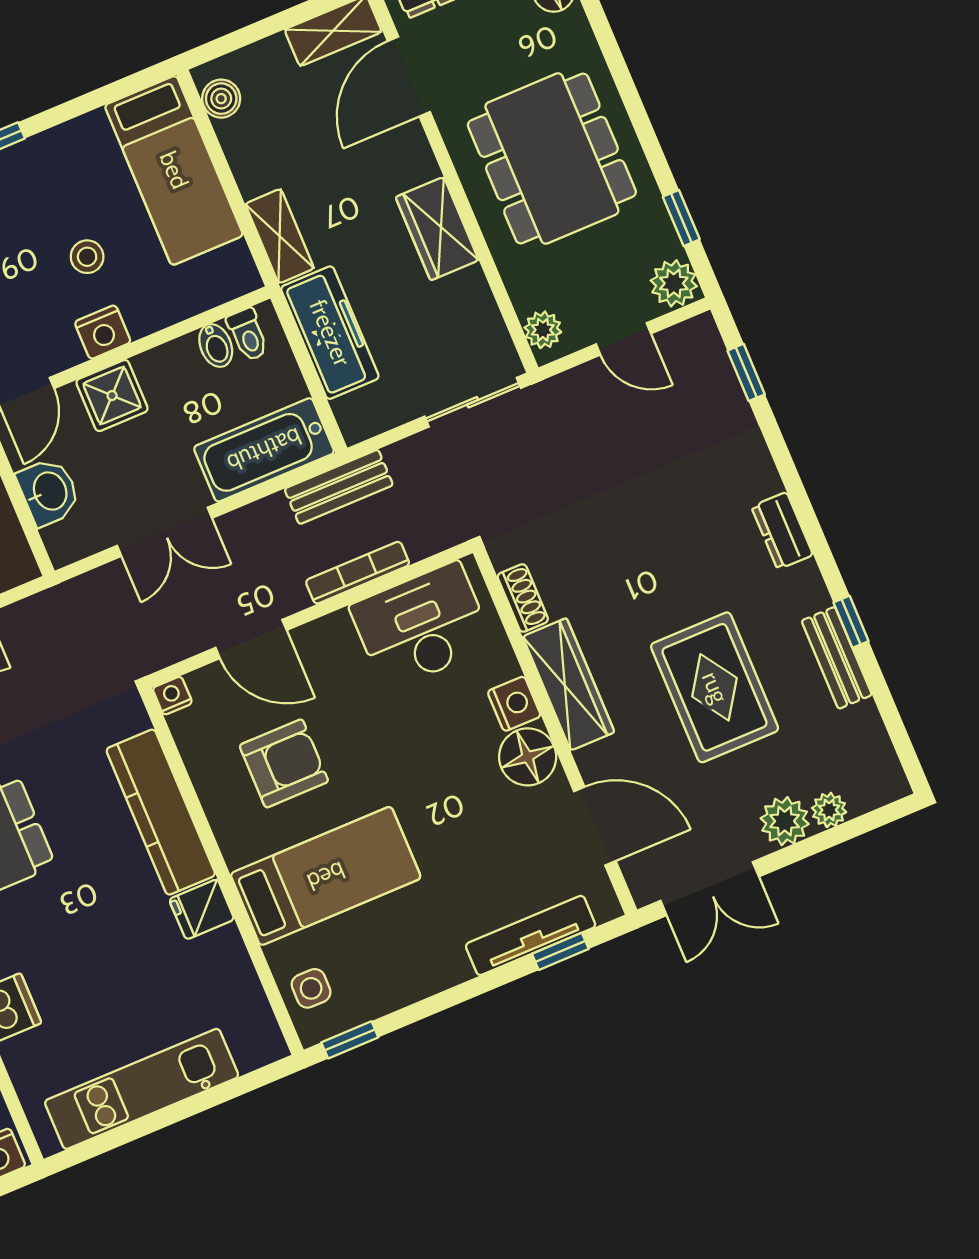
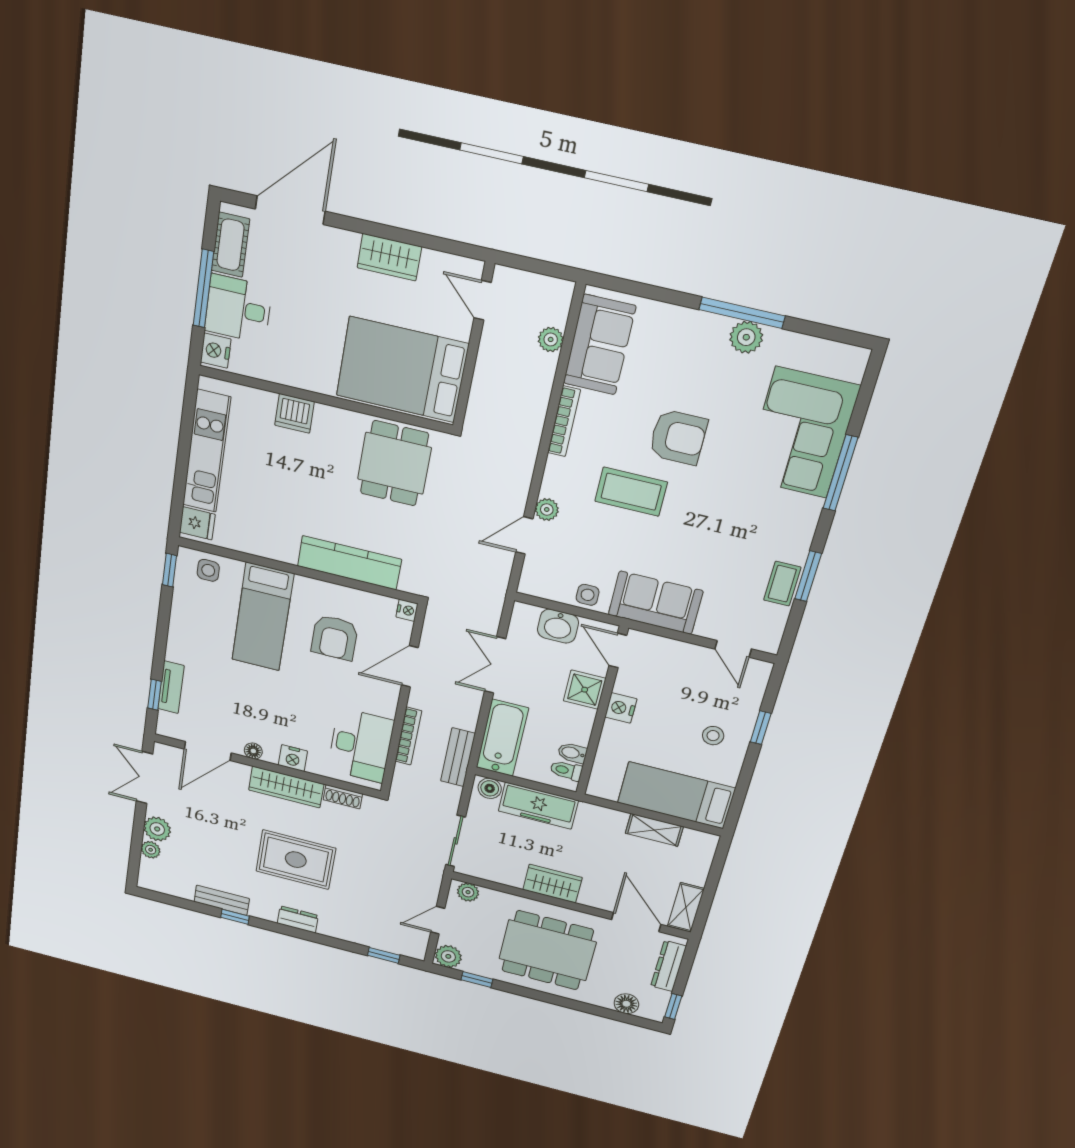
boiler: (221, 99) -> (490, 788), moved
shelving: (280, 236) -> (654, 830), moved
stool: (87, 257) -> (713, 736), moved
rug: (715, 687) -> (296, 860), moved
floor lamp: (528, 757) -> (253, 751), width x0.53, depth x0.53
fridge: (202, 909) -> (197, 523), moved, turned 90
tv unit: (531, 935) -> (171, 687), width x0.71

